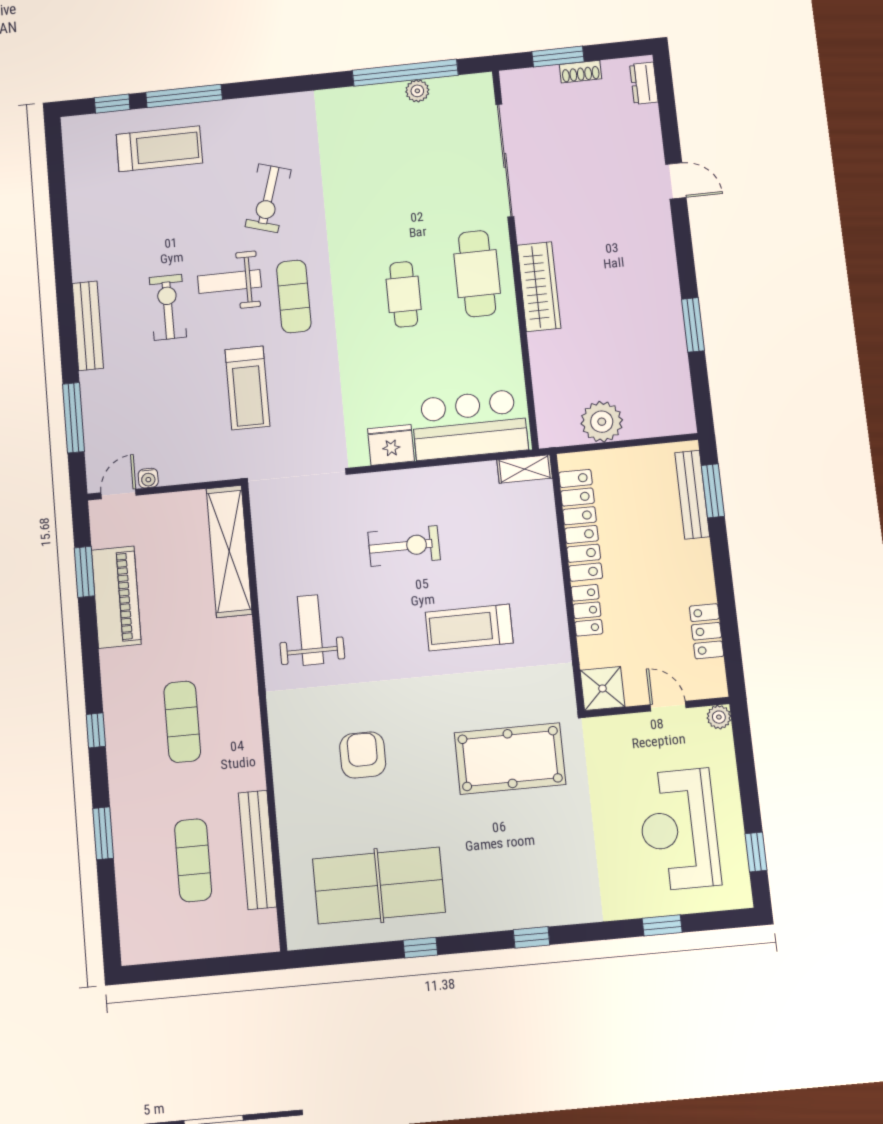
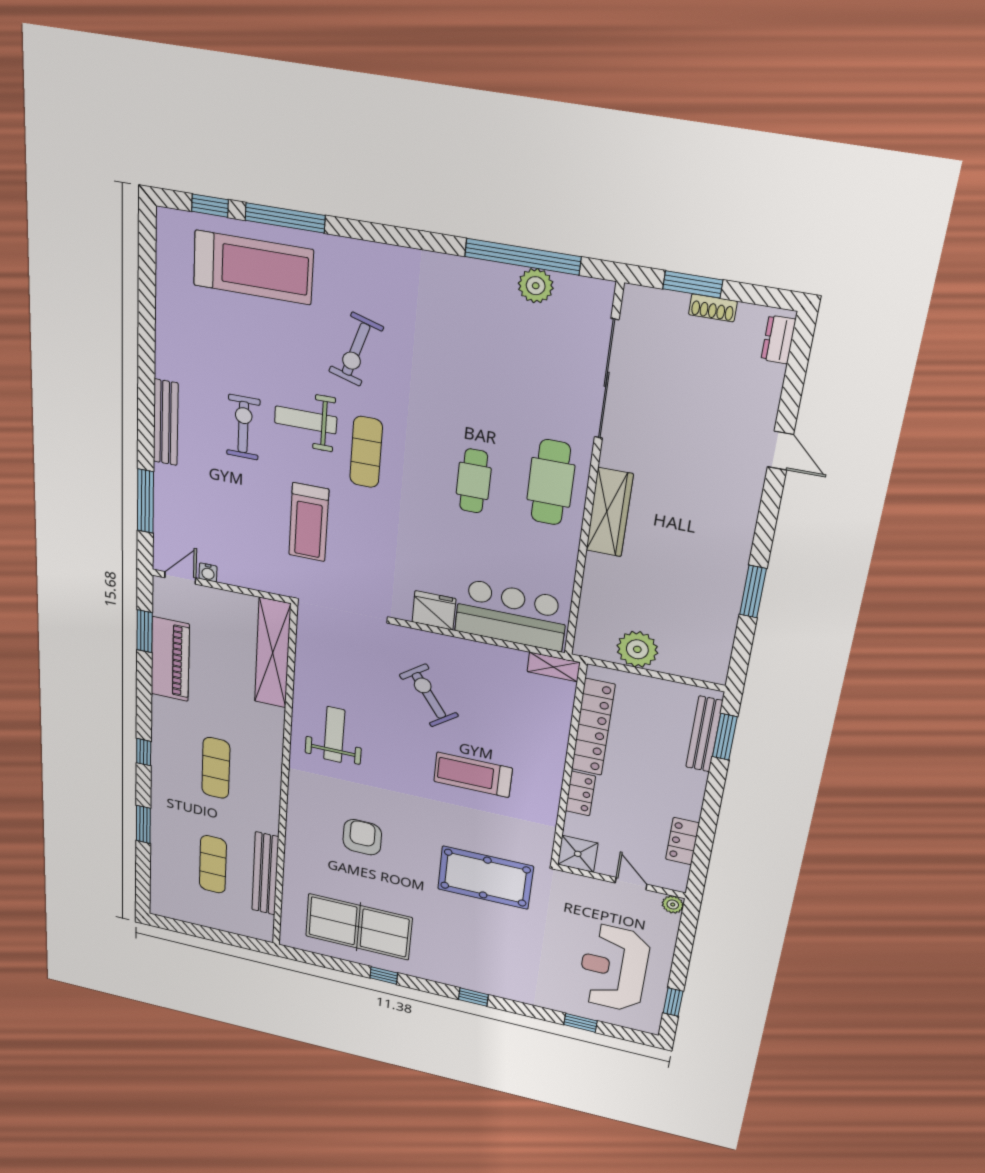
plant: (417, 91) -> (536, 286), width x1.38, depth x1.38
treadmill: (159, 149) -> (253, 267), width x1.37, depth x1.38
exercise bike: (404, 546) -> (429, 695), turned -126

